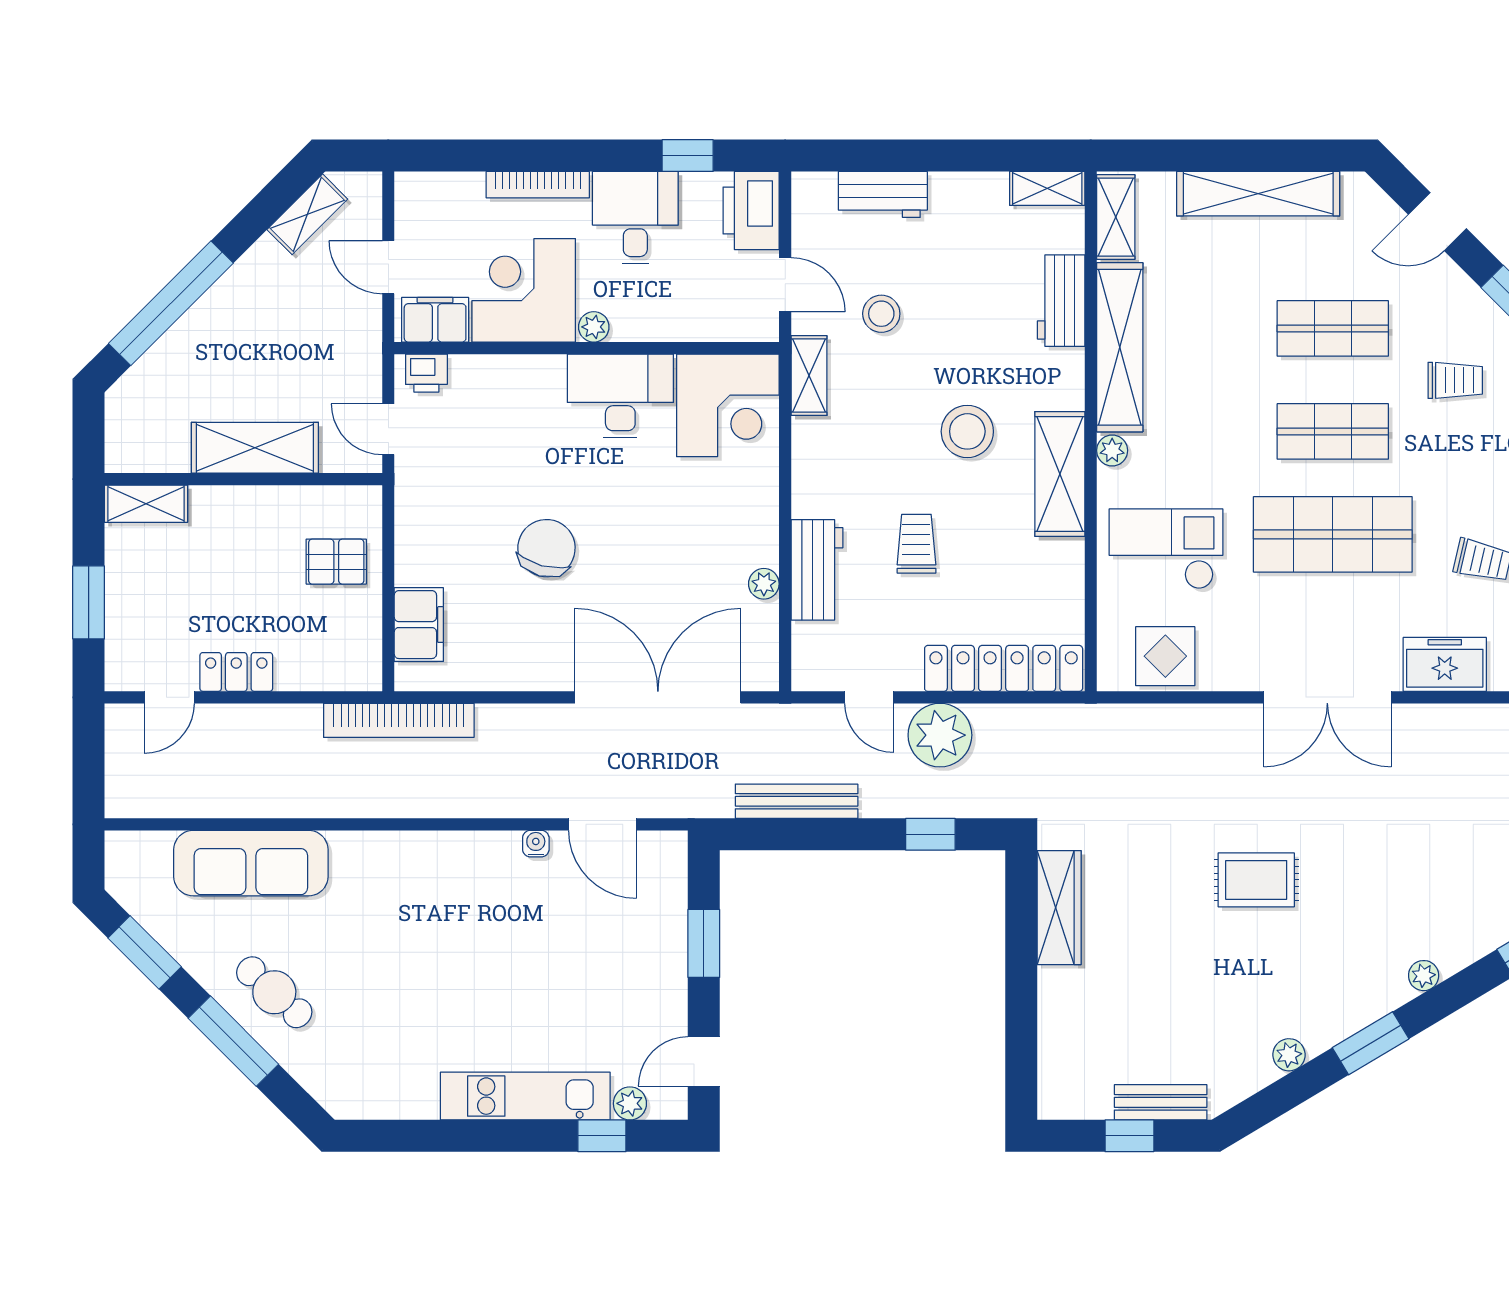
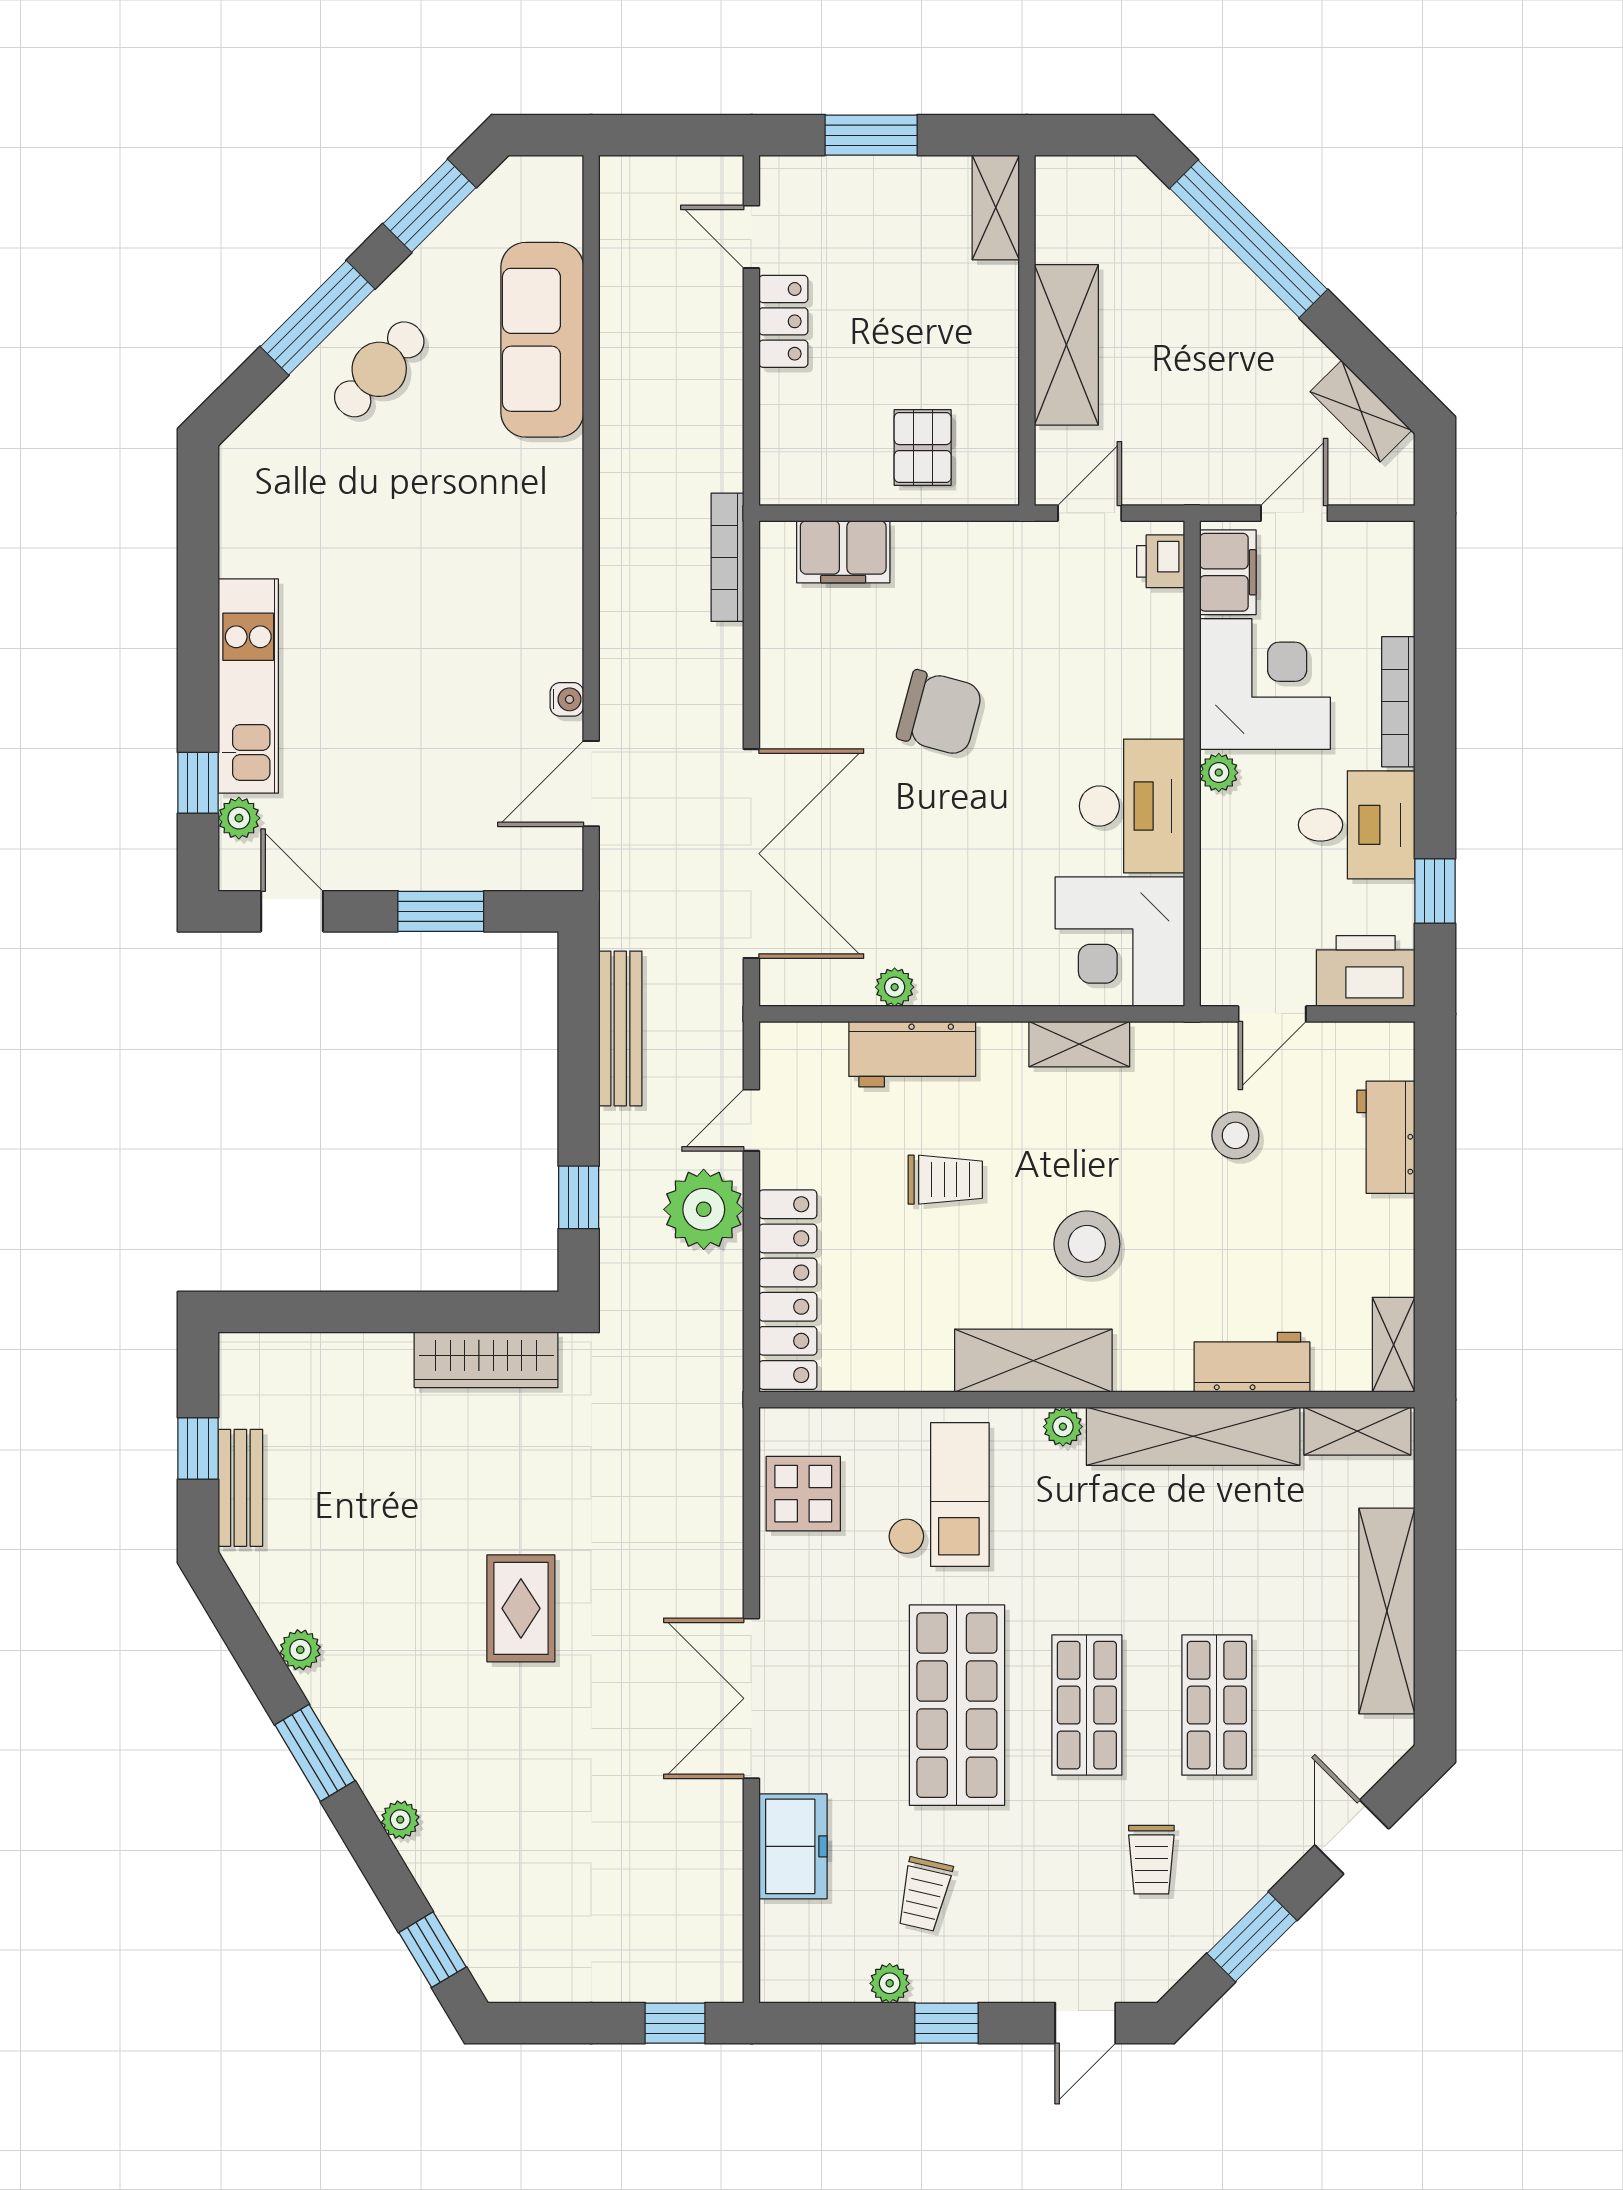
shelving: (809, 376) -> (1079, 1044), moved
bookcase: (399, 720) -> (727, 557), width x0.68, depth x0.76

